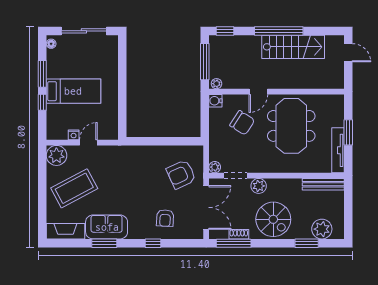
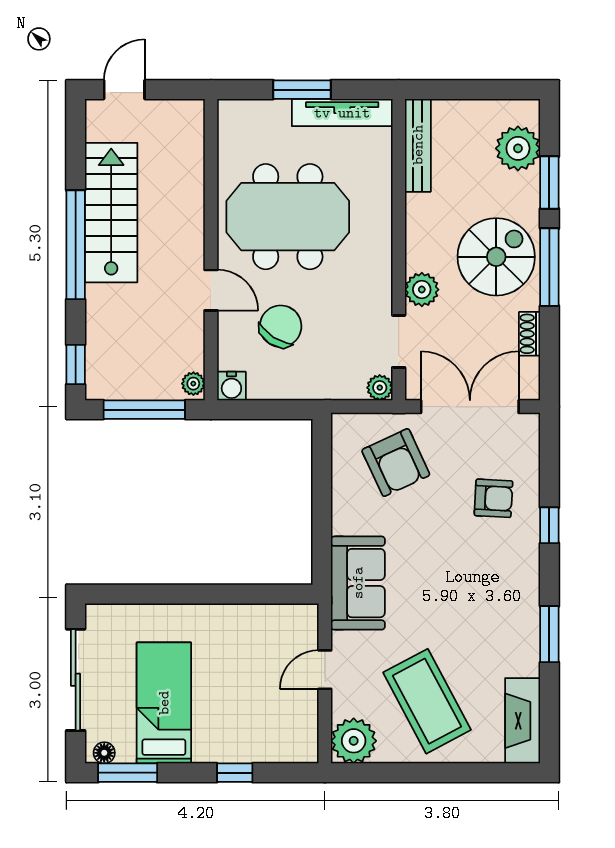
window: (42, 74) -> (128, 773), moved
bed: (73, 91) -> (164, 703), moved
nightstand: (74, 135) -> (308, 703), removed
door: (88, 143) -> (325, 670), hinge flipped
sofa: (107, 227) -> (358, 583), moved, turned 180
window: (234, 243) -> (549, 267), moved

